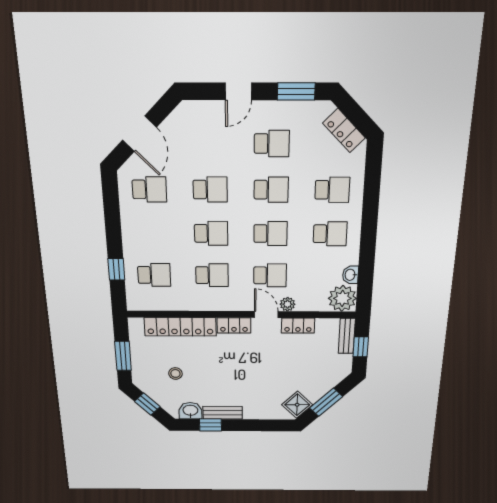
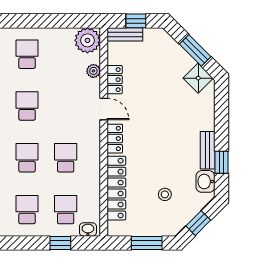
school desk: (270, 275) -> (27, 210), moved
washbasin: (350, 275) -> (88, 229), moved, turned 180
plant: (287, 304) -> (93, 71), moved
door: (266, 315) -> (104, 109), swing flipped

